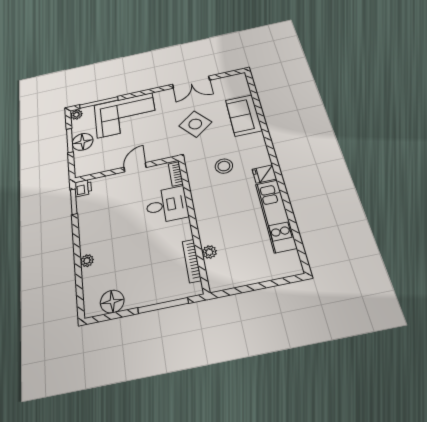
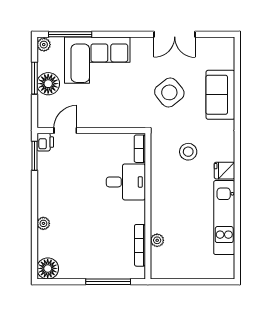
door: (135, 167) -> (65, 131), moved
floor lamp: (112, 302) -> (48, 268), moved

